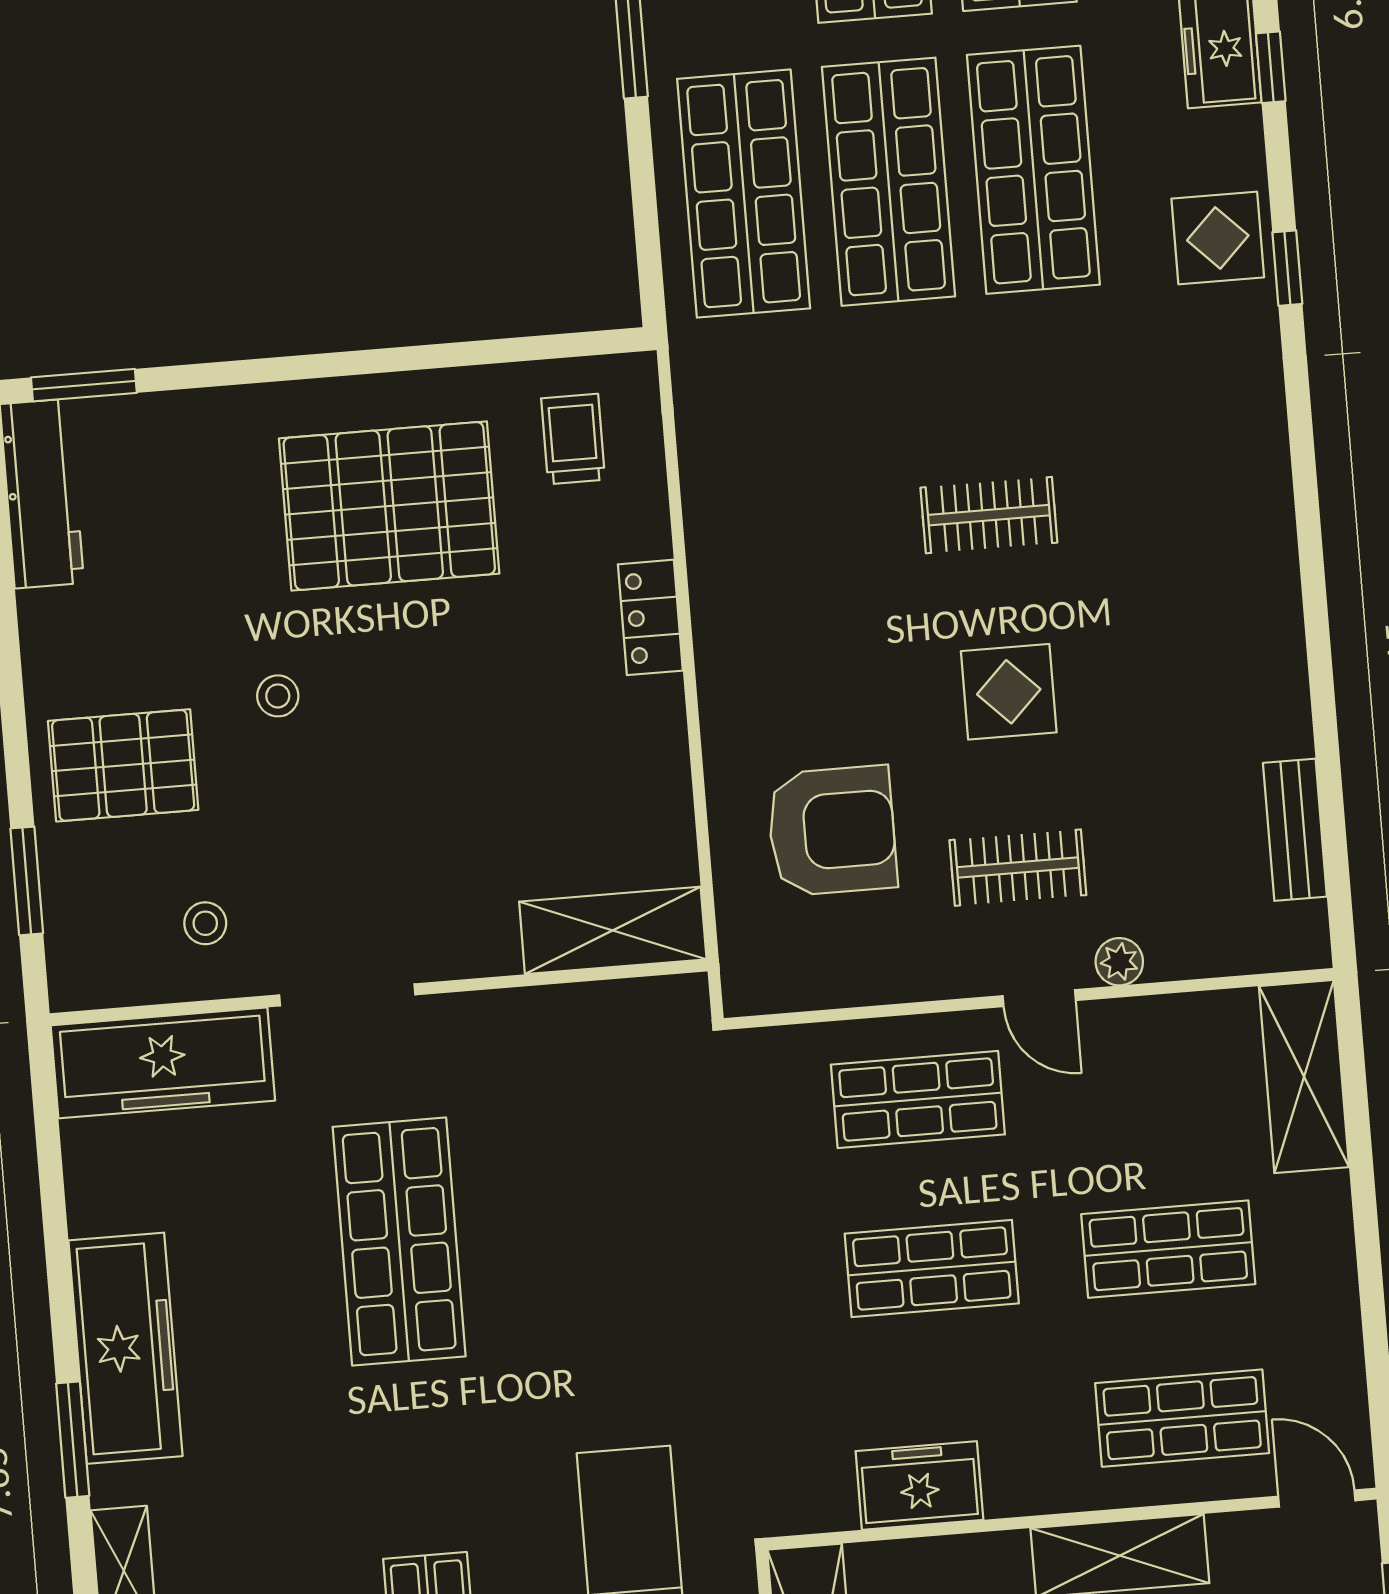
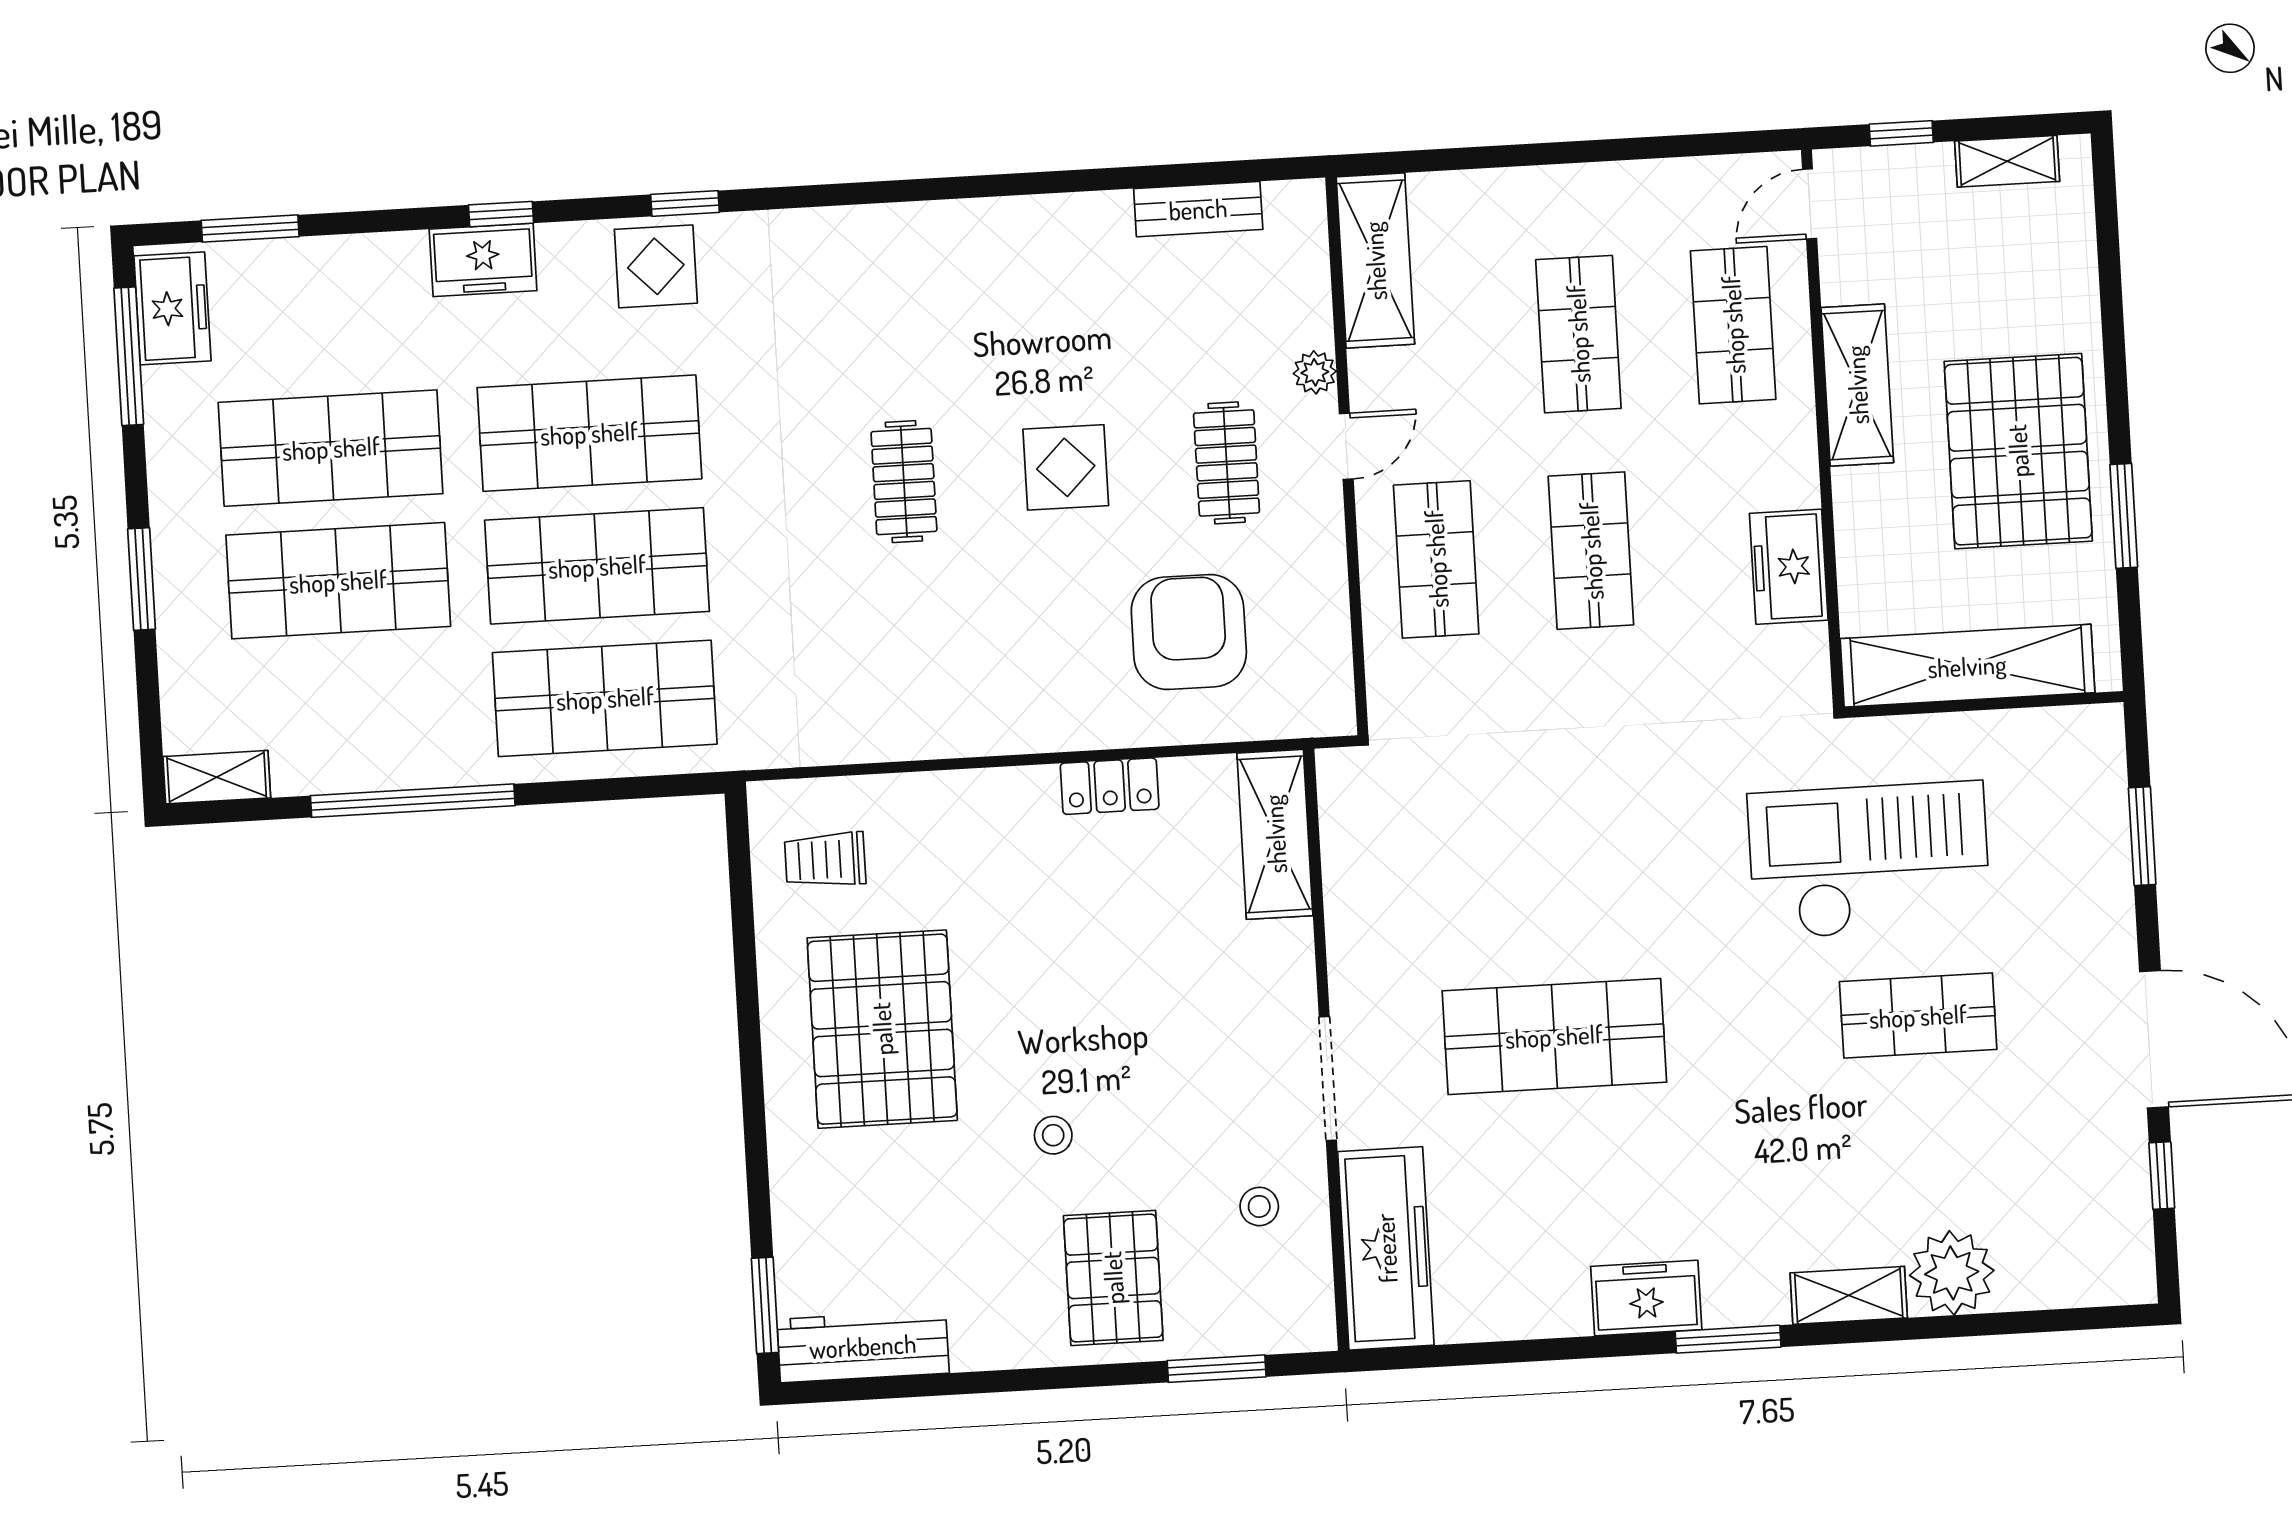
locker: (650, 617) -> (1110, 786), moved
shelving: (1304, 1077) -> (1375, 261), moved, turned 90
freezer: (125, 1348) -> (1646, 1298), width x0.52, depth x0.79

